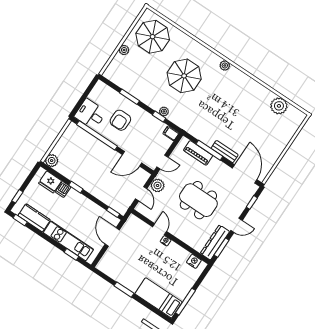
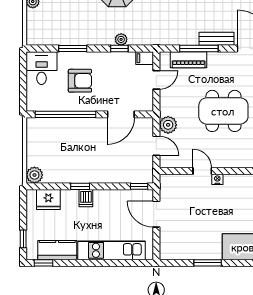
desk: (90, 114) -> (42, 68), moved, turned 90
armchair: (120, 120) -> (80, 81), turned -90
door: (162, 162) -> (156, 80), moved
dishwasher: (63, 189) -> (86, 198), moved
window: (71, 254) -> (124, 263), removed

